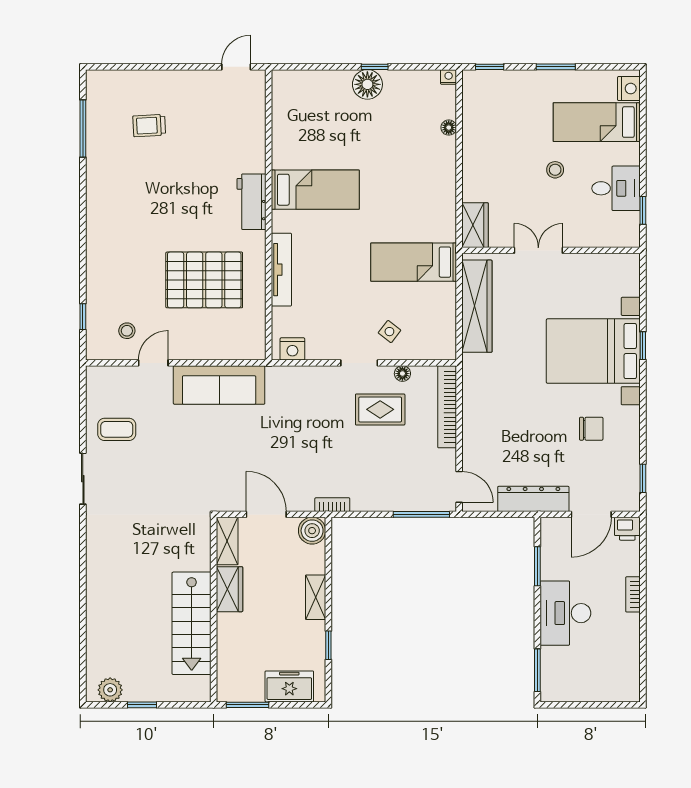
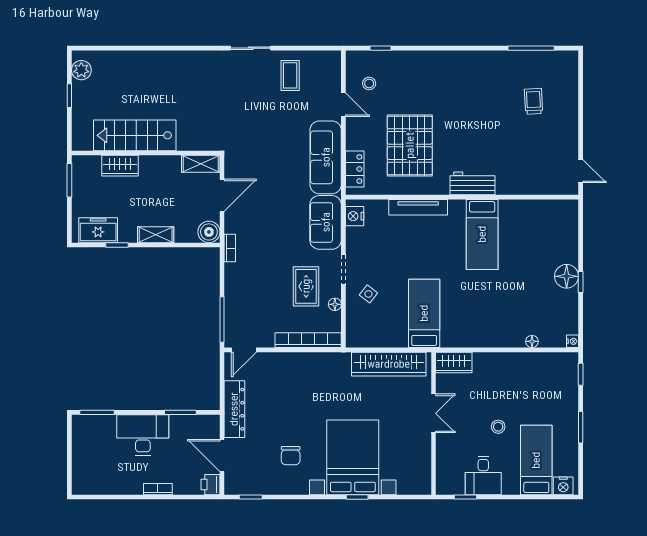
locker: (234, 349) -> (355, 169), added
sofa: (300, 385) -> (326, 222), added
wardrobe: (229, 589) -> (120, 166), moved
freezer: (289, 686) -> (98, 230), moved, turned -90

